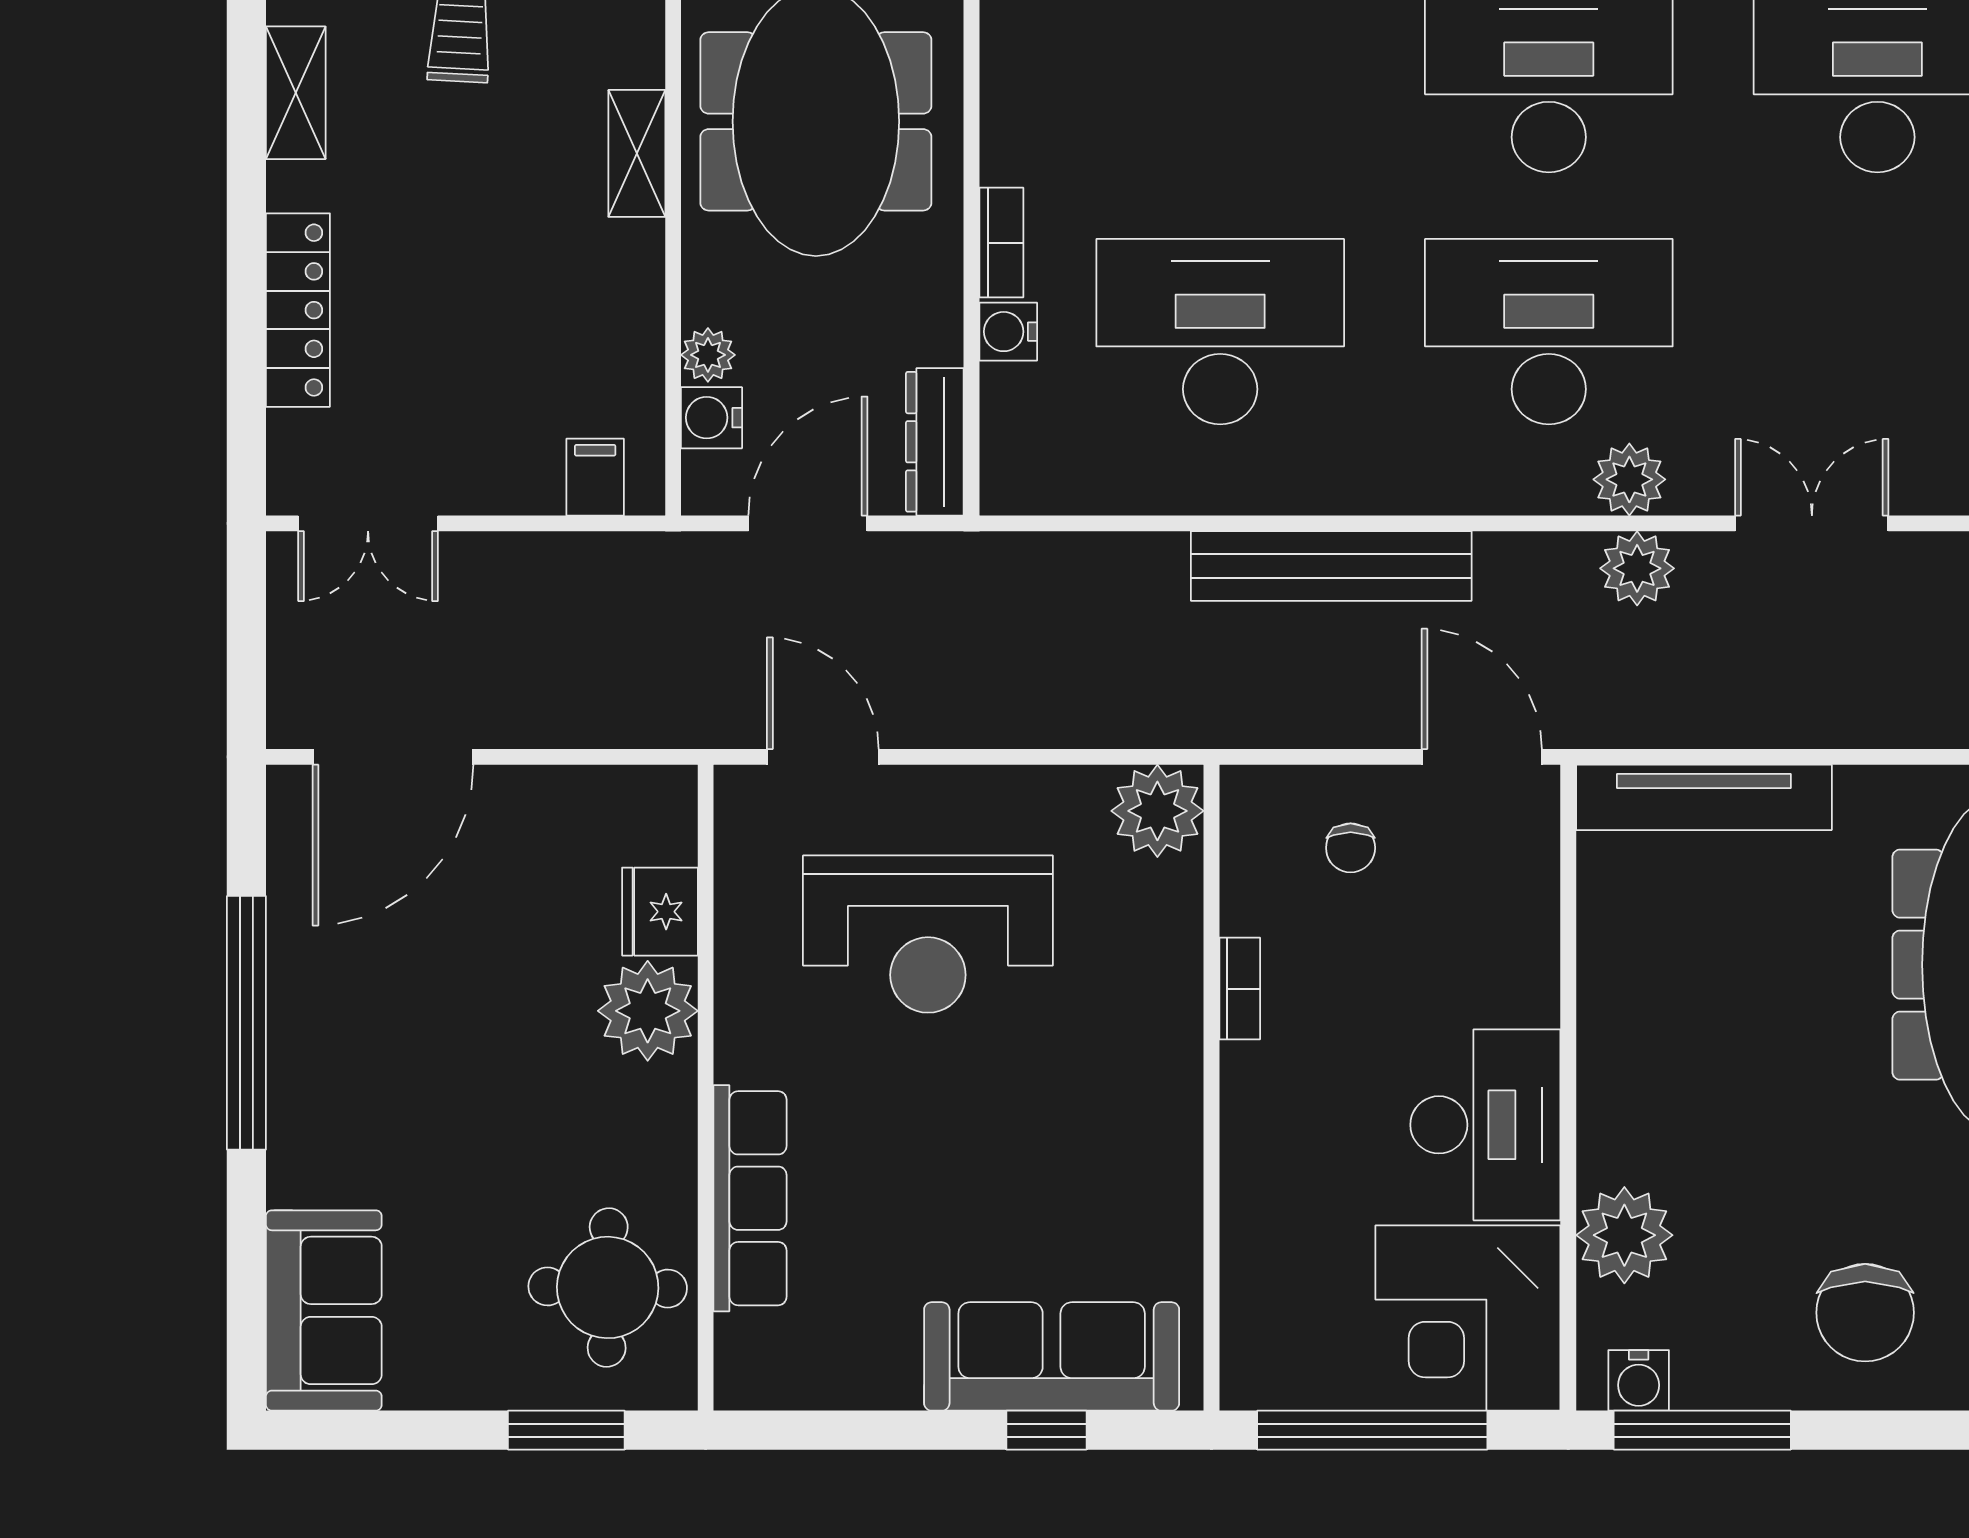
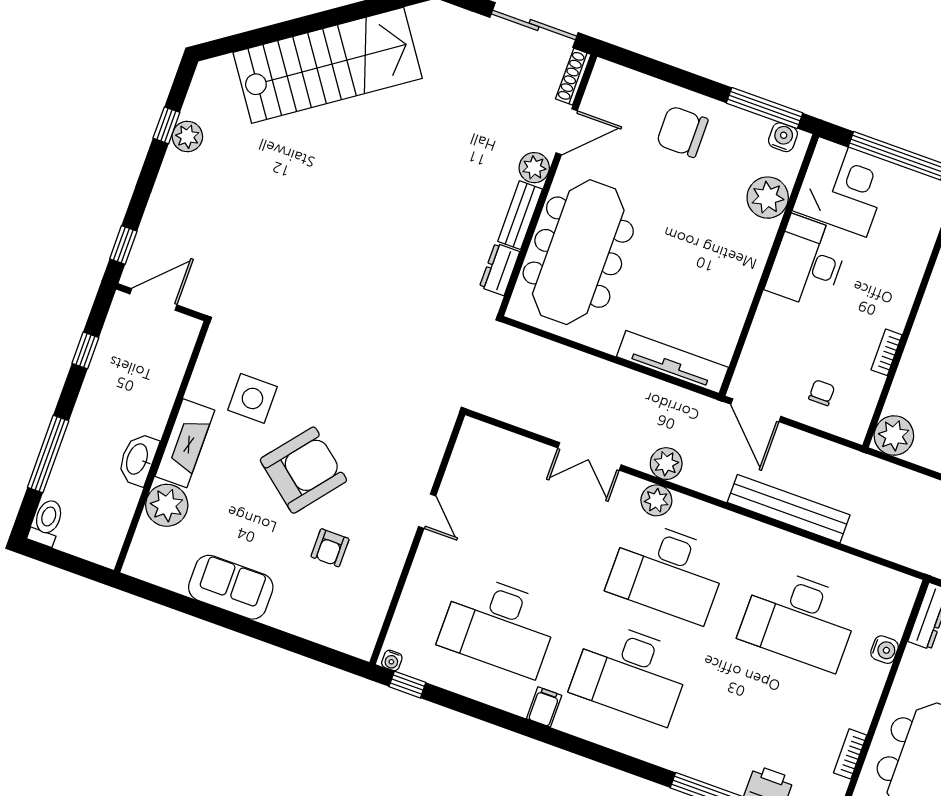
bookcase: (1001, 243) -> (850, 754), moved
chair: (1865, 1313) -> (682, 132), turned -90

